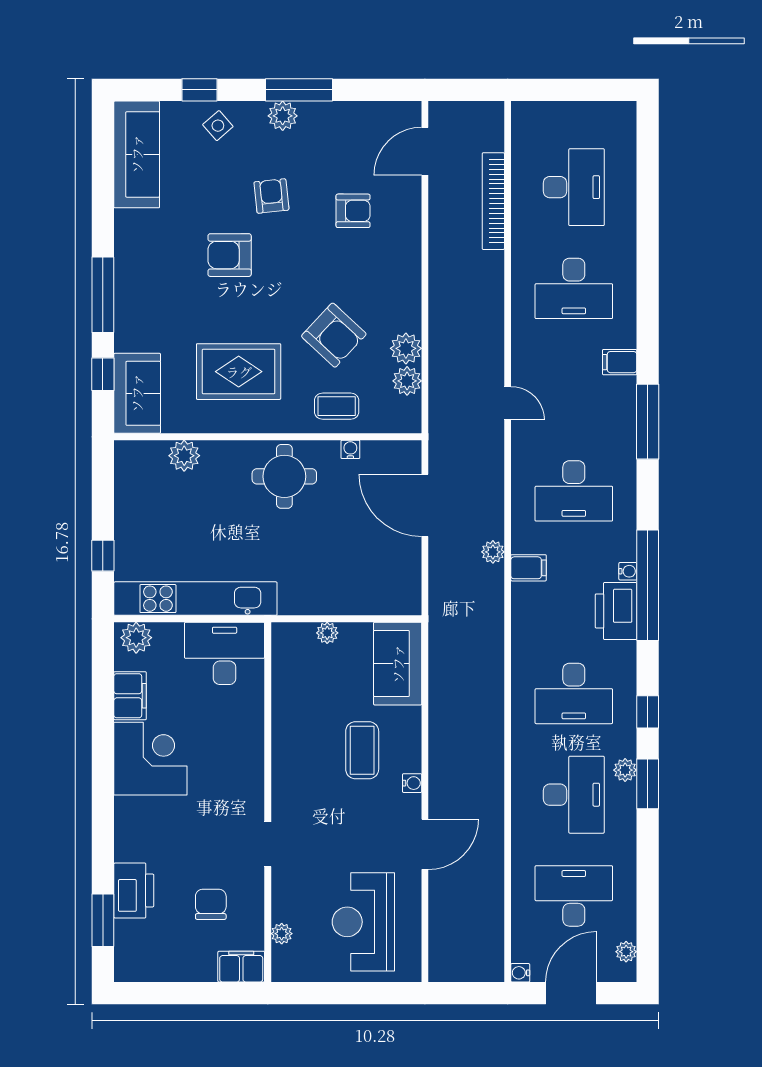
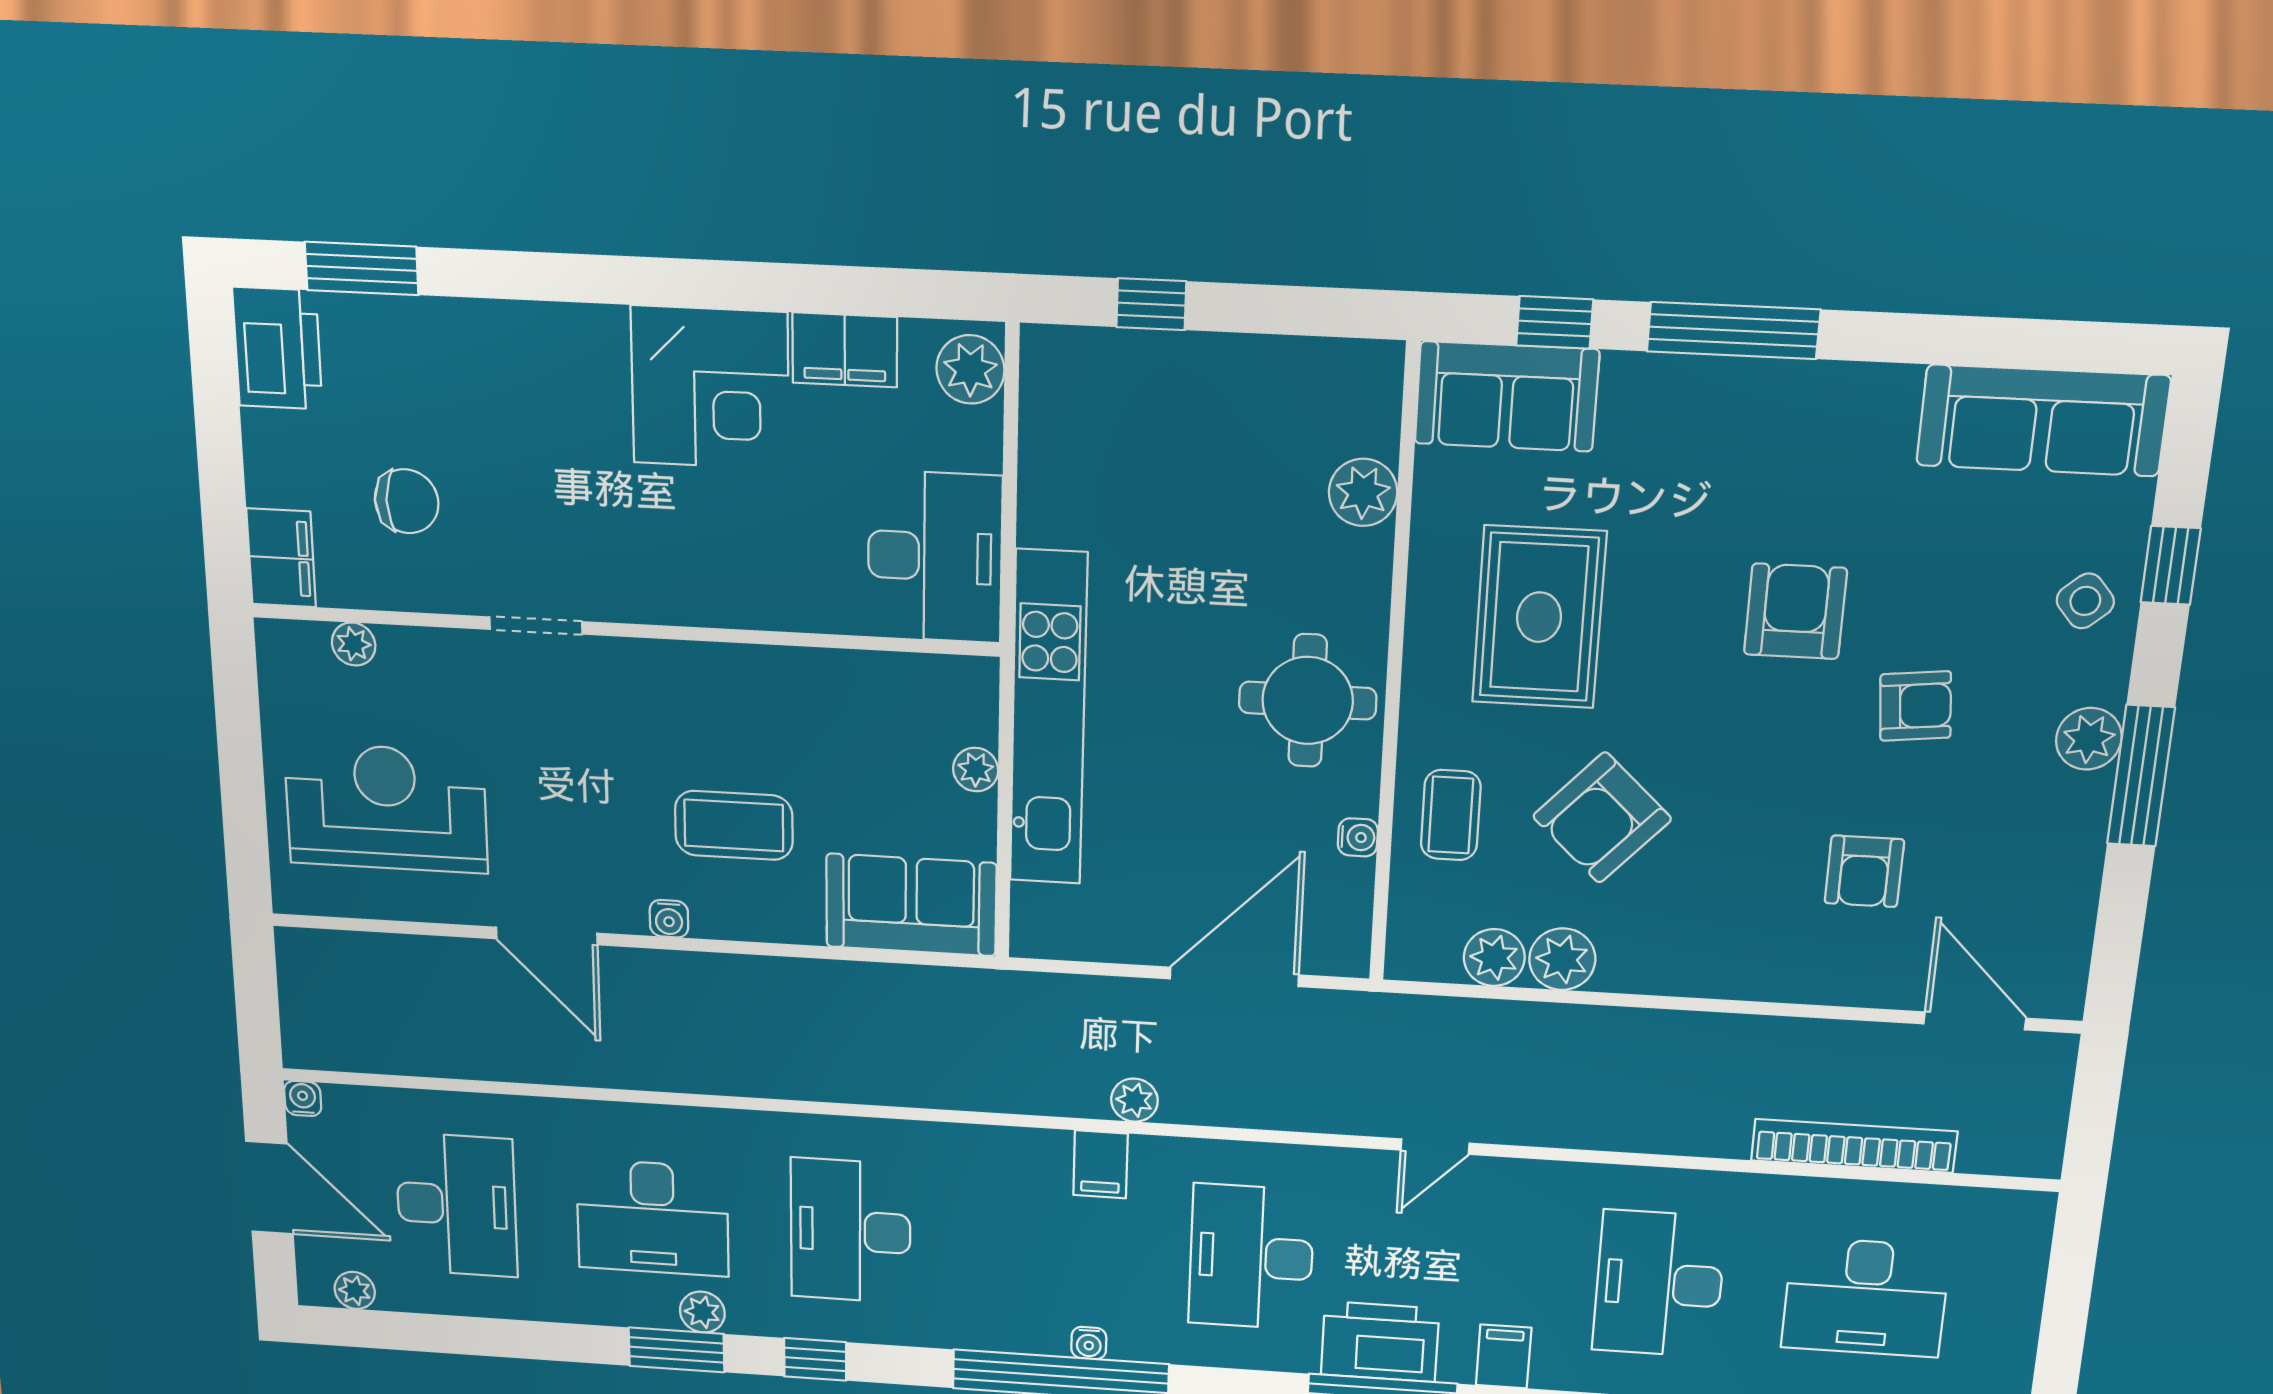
kitchen unit: (195, 599) -> (1048, 719), moved
printer: (616, 611) -> (1380, 1342), moved
printer: (134, 890) -> (277, 348), moved, turned -90

